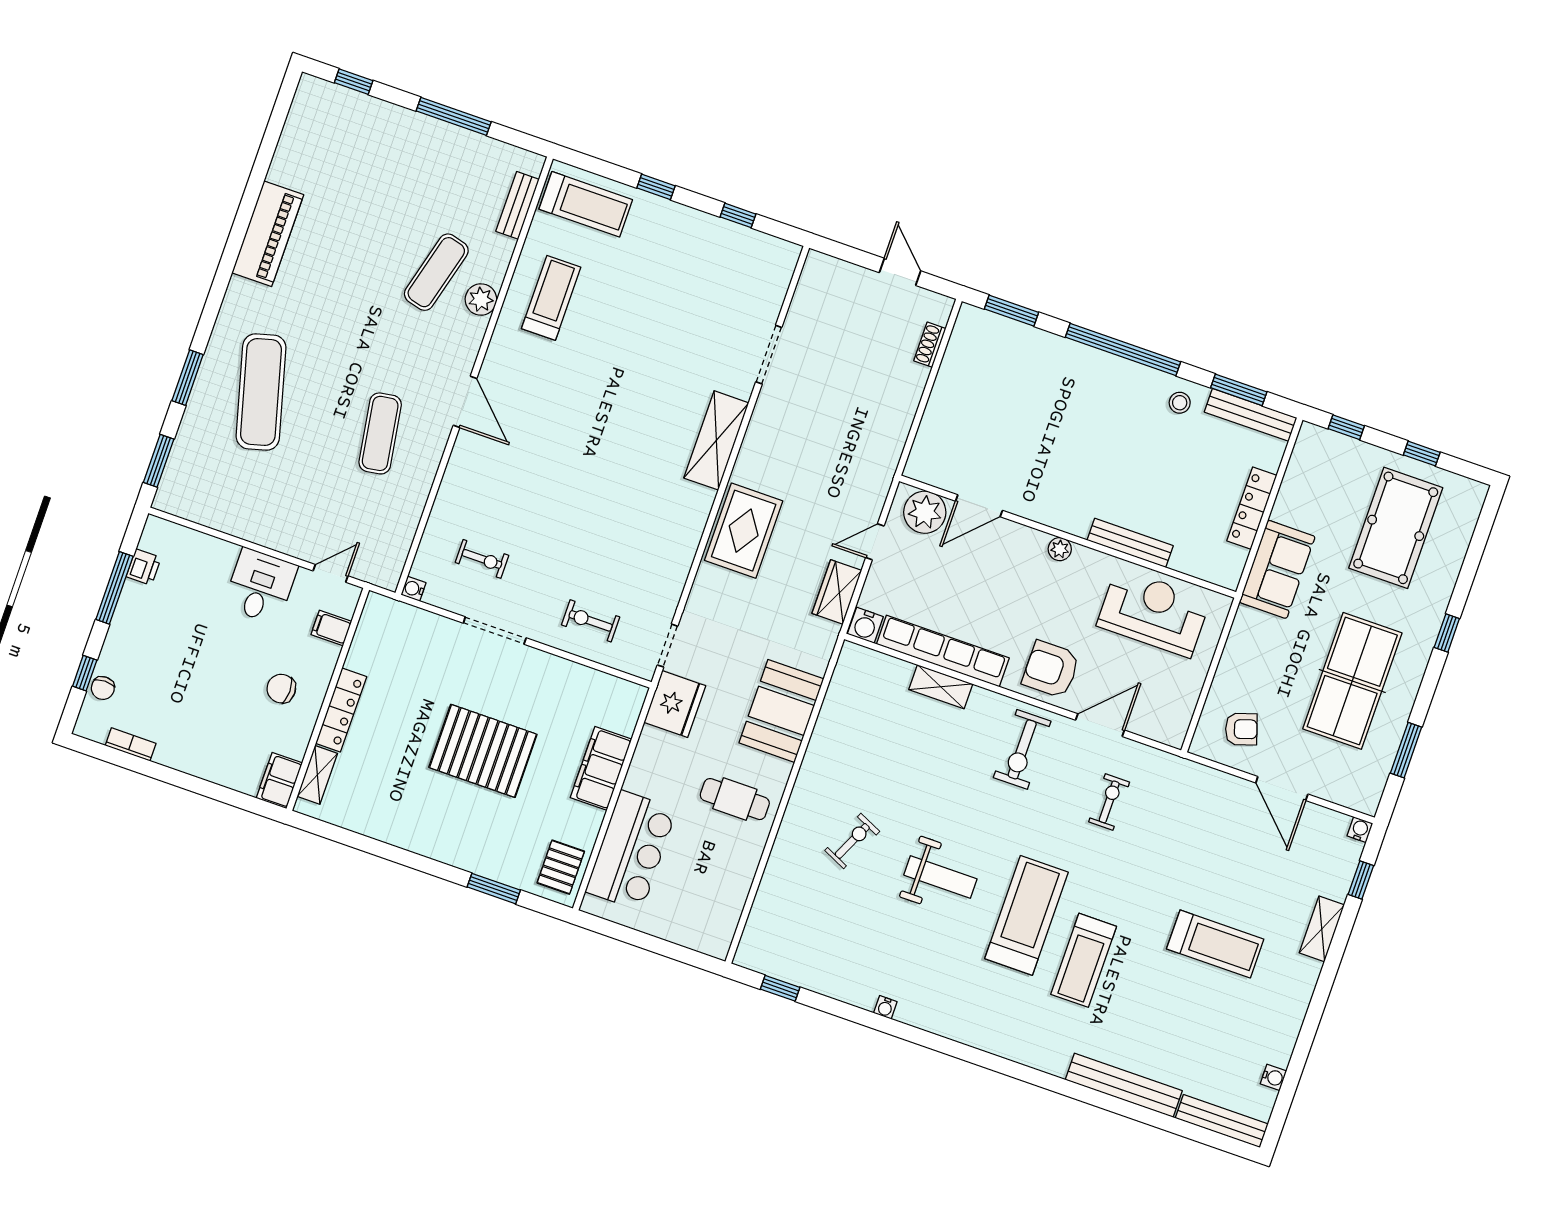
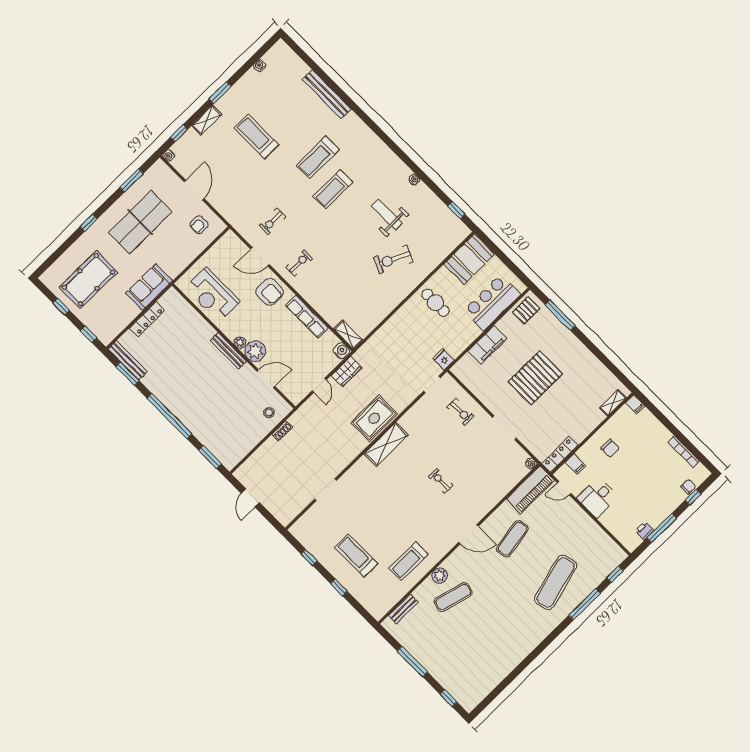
treadmill: (586, 204) -> (356, 556), moved
piano: (268, 234) -> (530, 490), moved, turned 180
shoe rack: (930, 345) -> (282, 431), moved
window: (188, 378) -> (585, 604), width x1.44
door: (465, 402) -> (468, 534), swing flipped
stool: (1180, 403) -> (269, 412), moved
shelving: (716, 440) -> (386, 444), moved
window: (159, 461) -> (615, 574), width x0.67
plant: (925, 512) -> (255, 351), moved
door: (875, 542) -> (319, 385), hinge flipped
bench: (1130, 543) -> (228, 351), moved
exercise bike: (482, 559) -> (441, 481), moved
row of seats: (943, 651) -> (307, 317), width x0.73
shelving: (941, 687) -> (348, 335), moved
fridge: (675, 704) -> (443, 359), width x0.53, depth x0.75
locker: (341, 710) -> (560, 454), moved
booth: (781, 711) -> (469, 259), moved
armchair: (1241, 729) -> (199, 225), turned -72
bookcase: (131, 744) -> (684, 451), width x1.56
exercise bike: (1022, 749) -> (299, 263), width x0.73, depth x0.72
pallet: (483, 751) -> (535, 378), turned 90
filing cabinet: (279, 781) -> (635, 404), width x0.50
exercise bike: (852, 841) -> (393, 259), width x1.38, depth x1.39
weight bench: (940, 877) -> (387, 215), moved
window: (494, 889) -> (560, 315), width x1.44
treadmill: (1026, 915) -> (333, 189), width x0.73, depth x0.73
treadmill: (1084, 960) -> (318, 157), turned 180
window: (1322, 992) -> (220, 93), added
bench: (1222, 1121) -> (292, 58), removed

